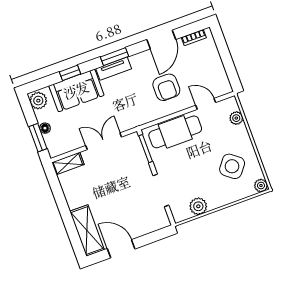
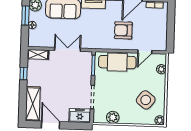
armchair: (166, 87) -> (123, 30), turned 90
door: (206, 104) -> (145, 52), swing flipped
window: (38, 138) -> (25, 15), moved
window: (59, 196) -> (24, 74), added
freezer: (154, 221) -> (80, 116), added

